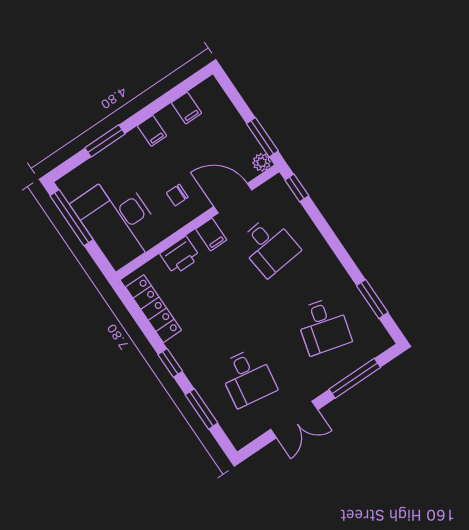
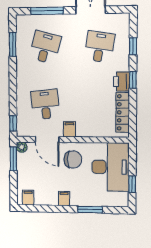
filing cabinet: (186, 108) -> (28, 198), moved
chair: (177, 195) -> (73, 160), width x1.87, depth x1.87
window: (72, 218) -> (132, 184), width x0.46
printer: (180, 256) -> (121, 82), moved, turned -90
window: (202, 409) -> (133, 46), width x0.67

